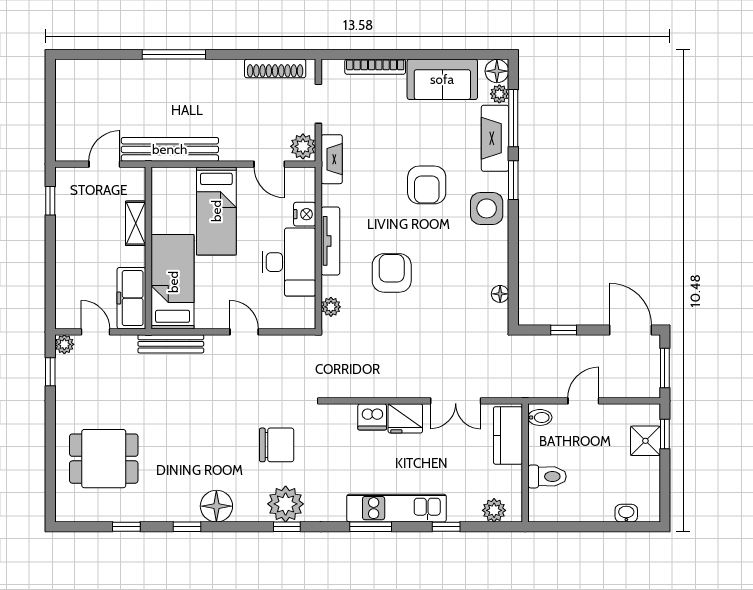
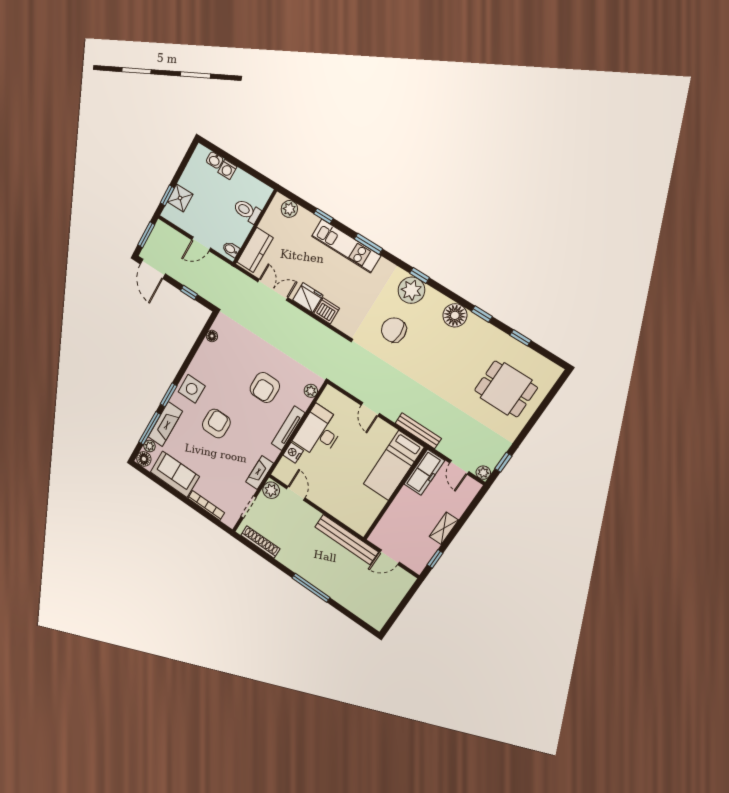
bed: (216, 211) -> (342, 488), removed
shelving: (136, 223) -> (444, 528), moved
washing machine: (603, 511) -> (227, 169), added

